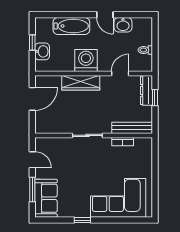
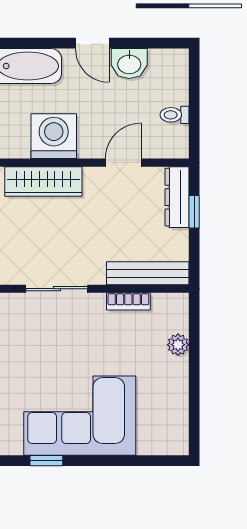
plant: (147, 163) -> (178, 345), added
corner sofa: (118, 198) -> (80, 416), moved

